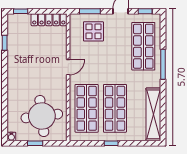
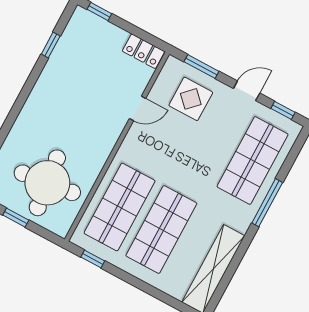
locker: (49, 20) -> (143, 51), width x0.66
door: (68, 67) -> (138, 108), moved
window: (111, 143) -> (93, 259), moved

